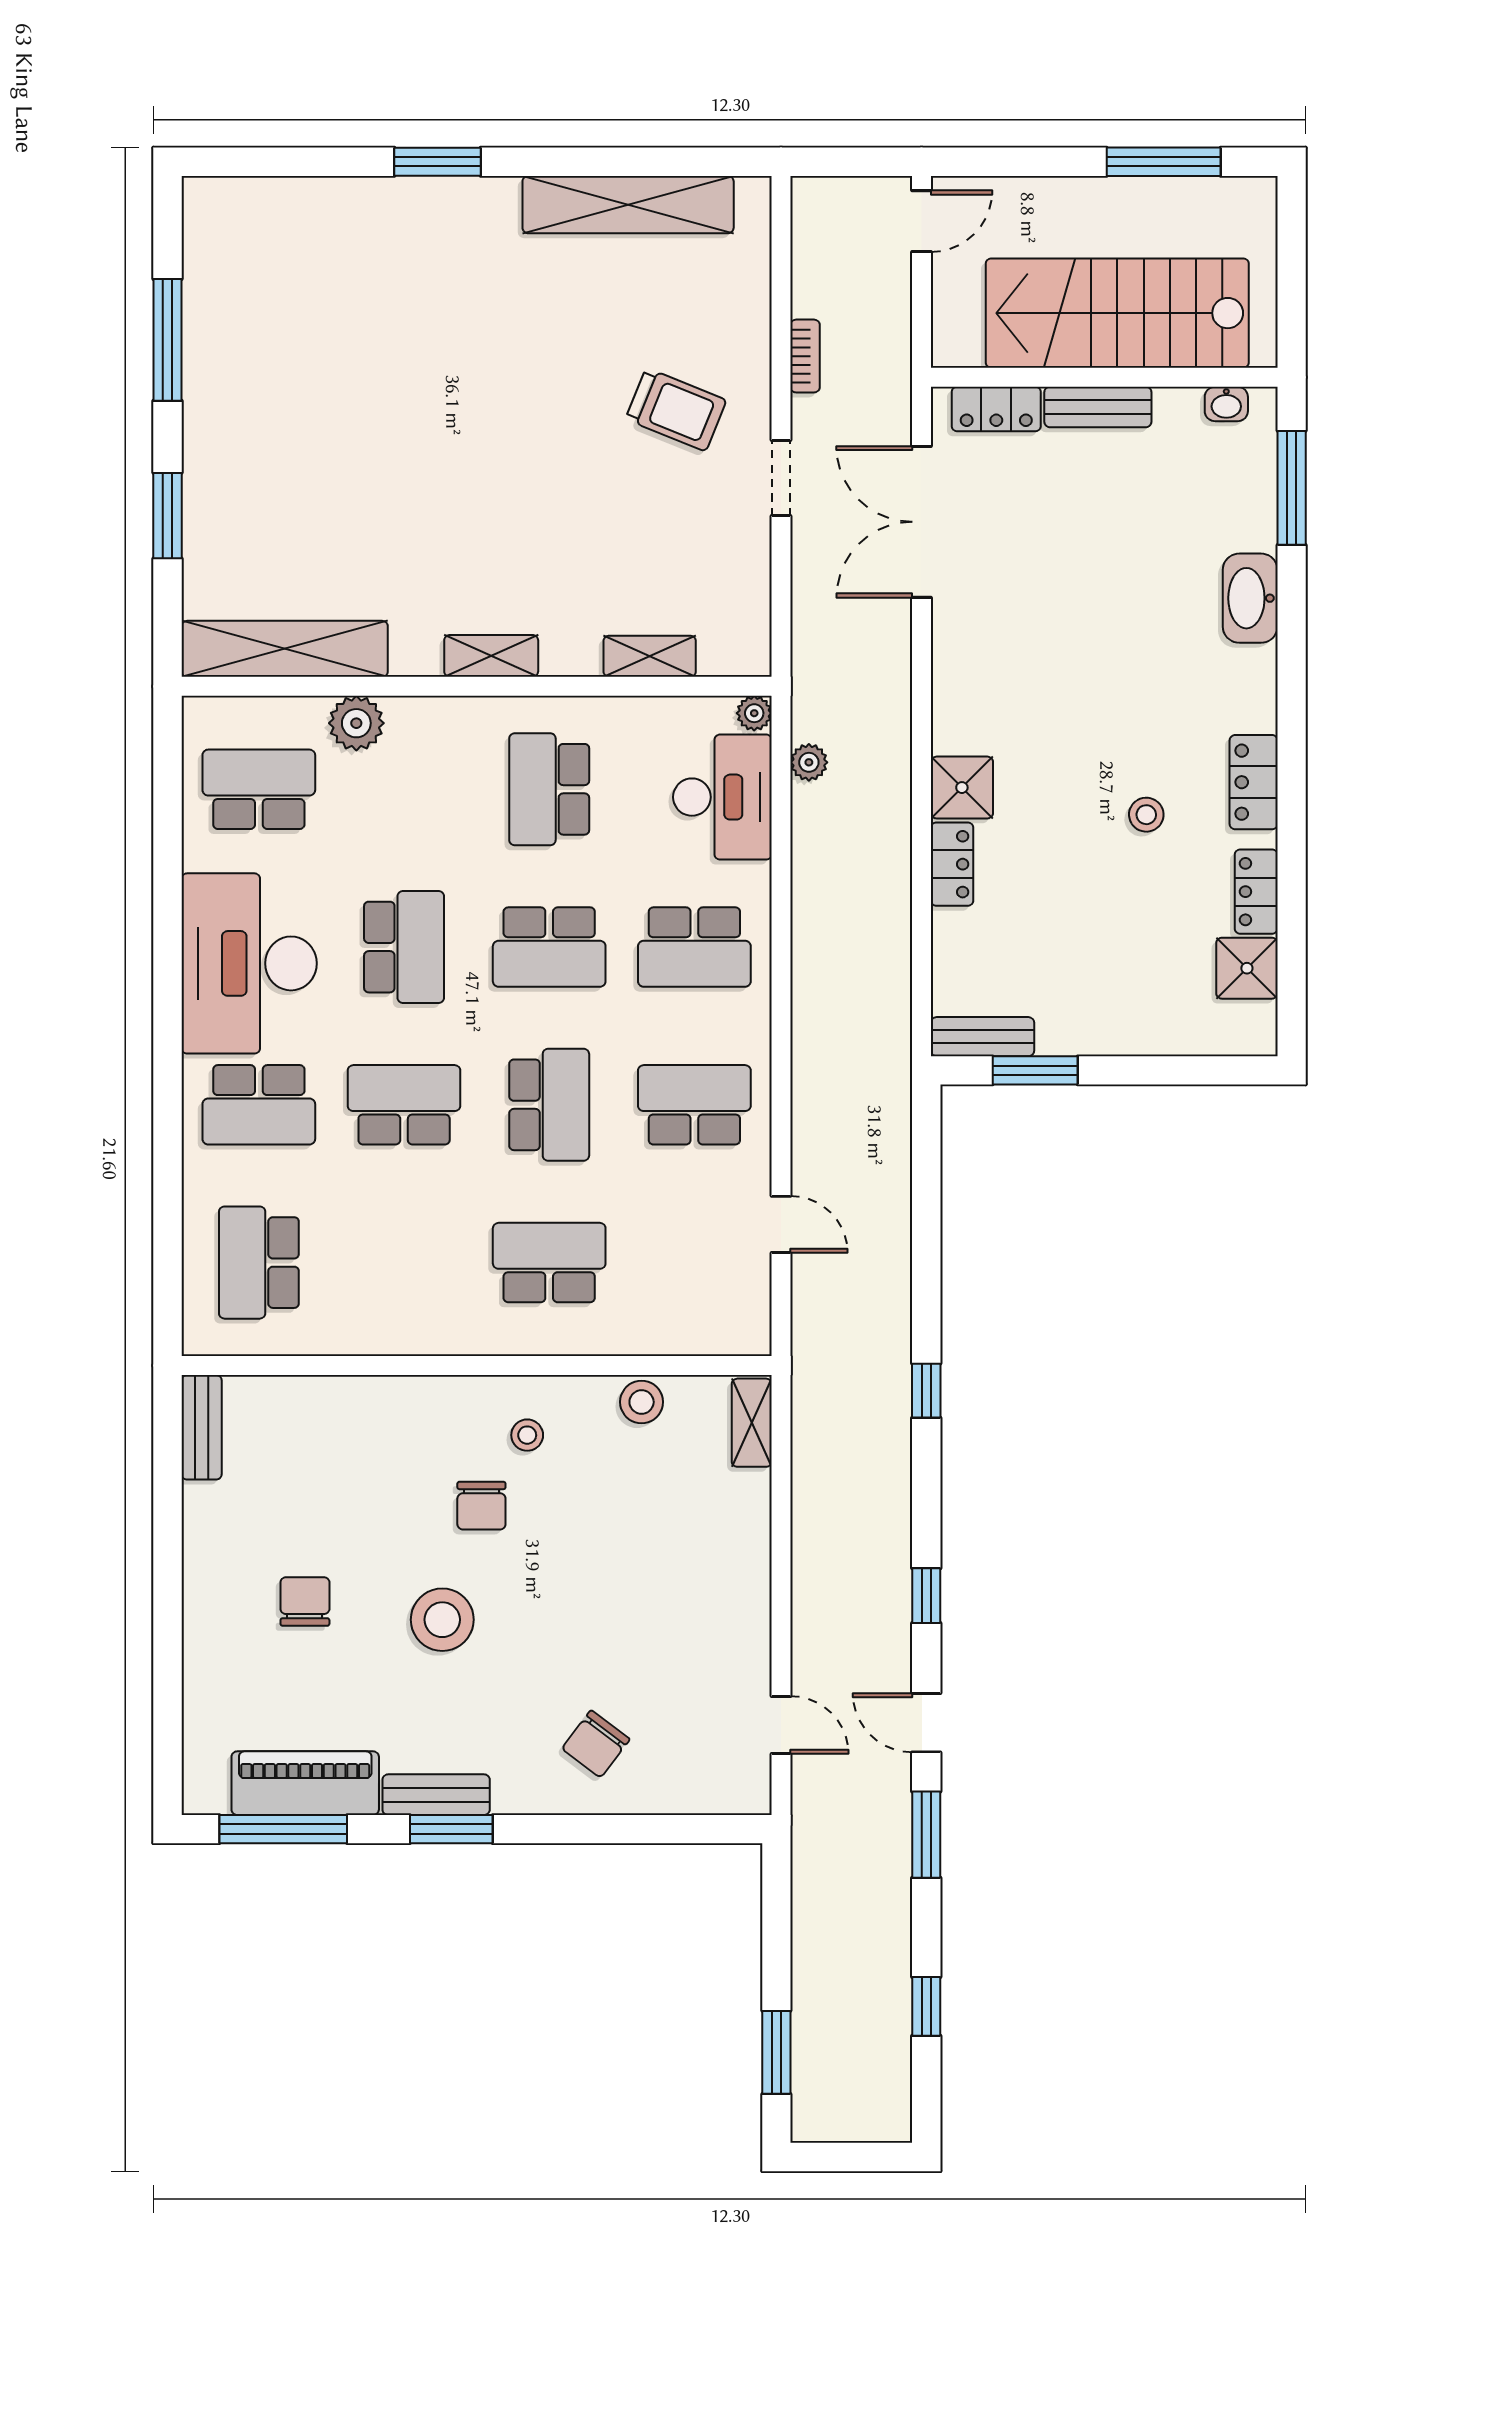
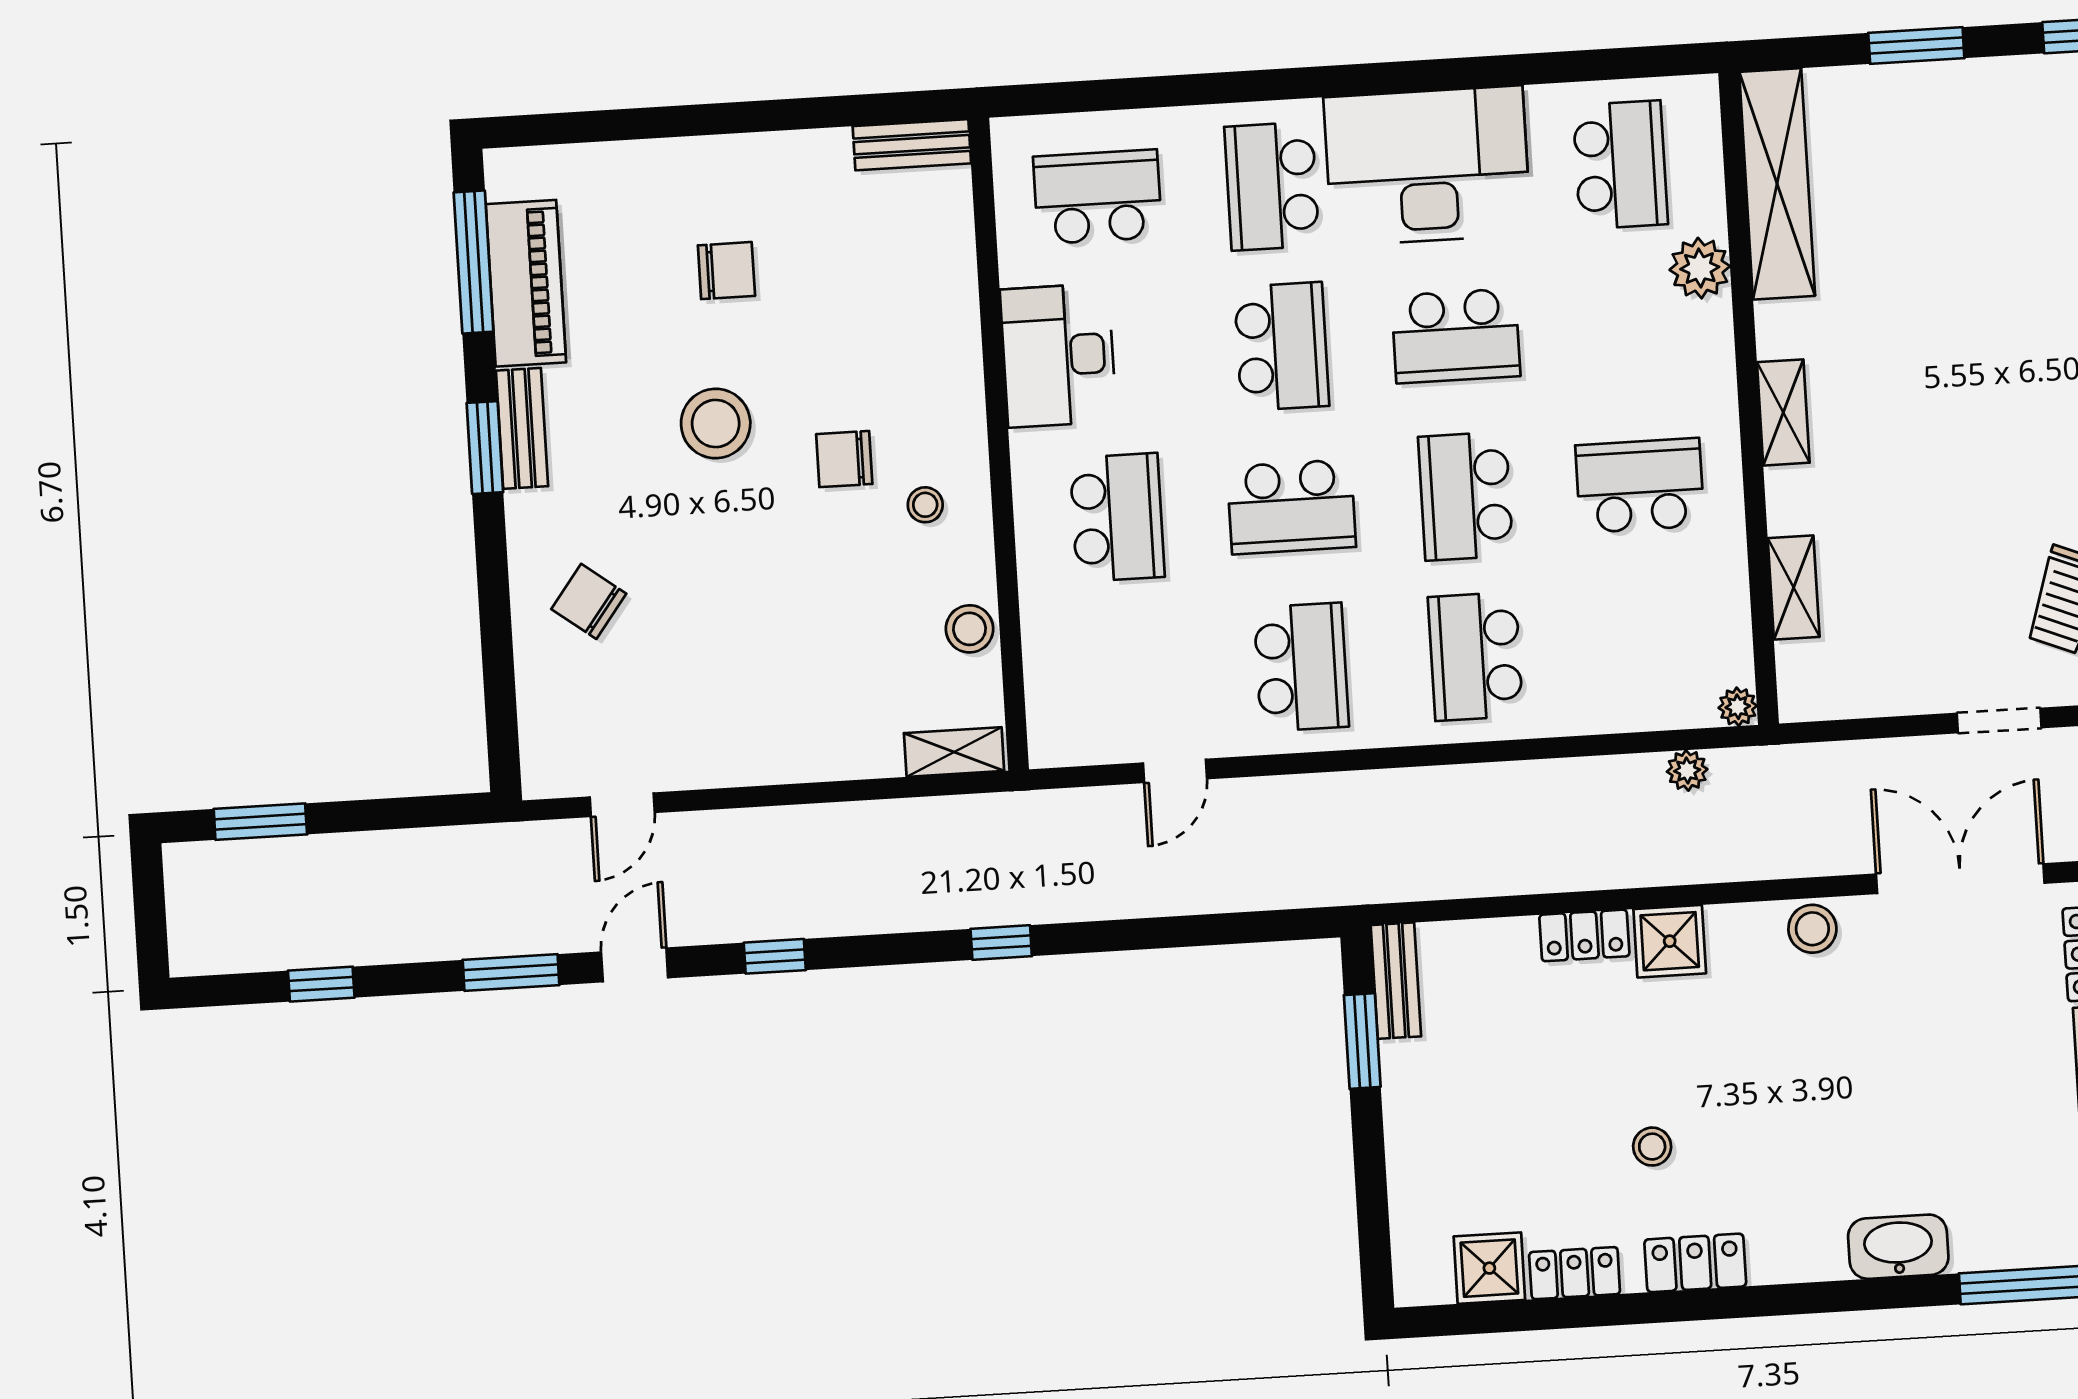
stool: (959, 658) -> (1812, 929), added
desk: (722, 797) -> (1058, 355), moved, turned 90

